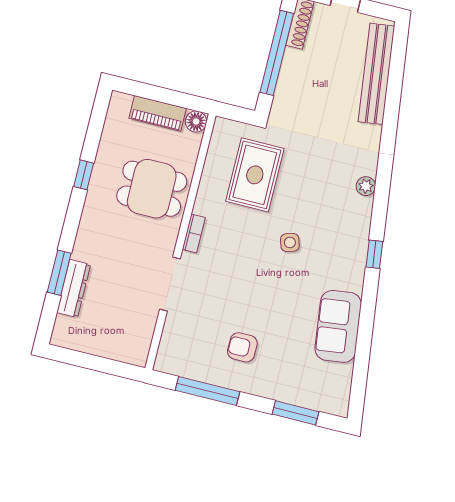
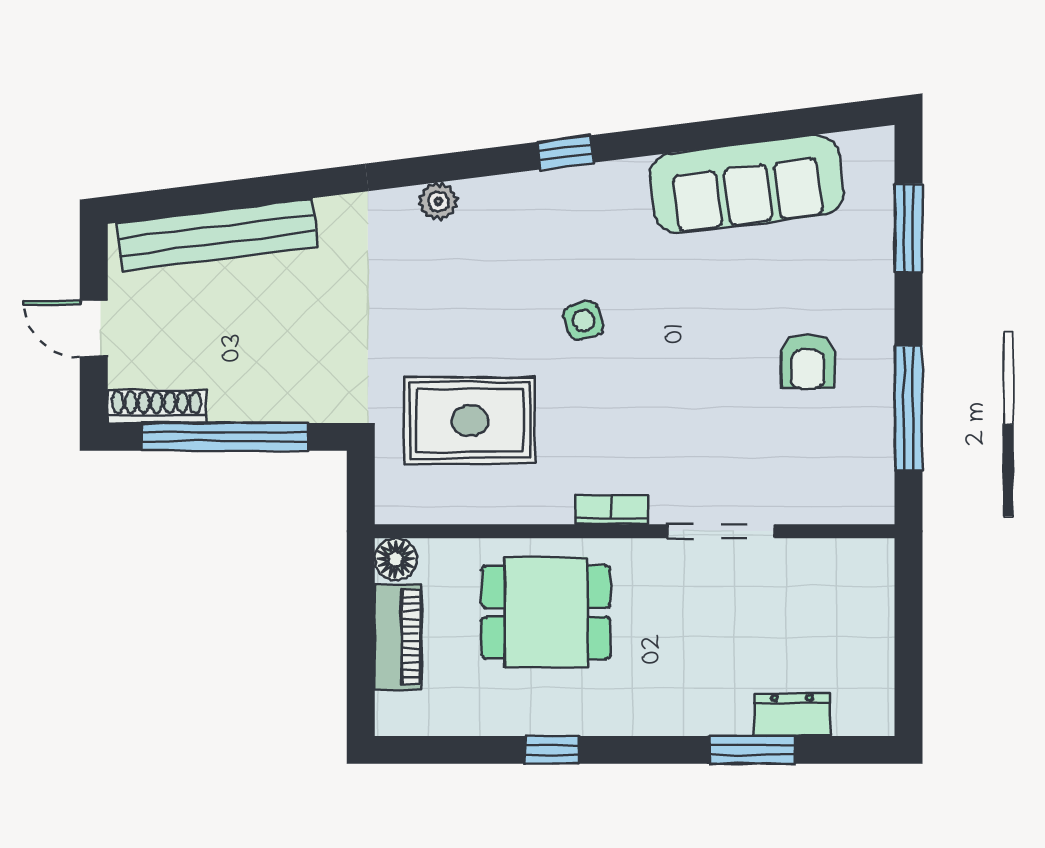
dining table: (152, 189) -> (546, 612), turned 90
dresser: (74, 288) -> (792, 715), width x0.70
sofa: (338, 326) -> (747, 184), width x1.36

